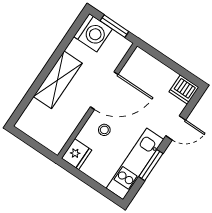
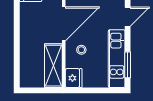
shelving: (58, 80) -> (53, 66), moved
window: (151, 165) -> (128, 65), moved

